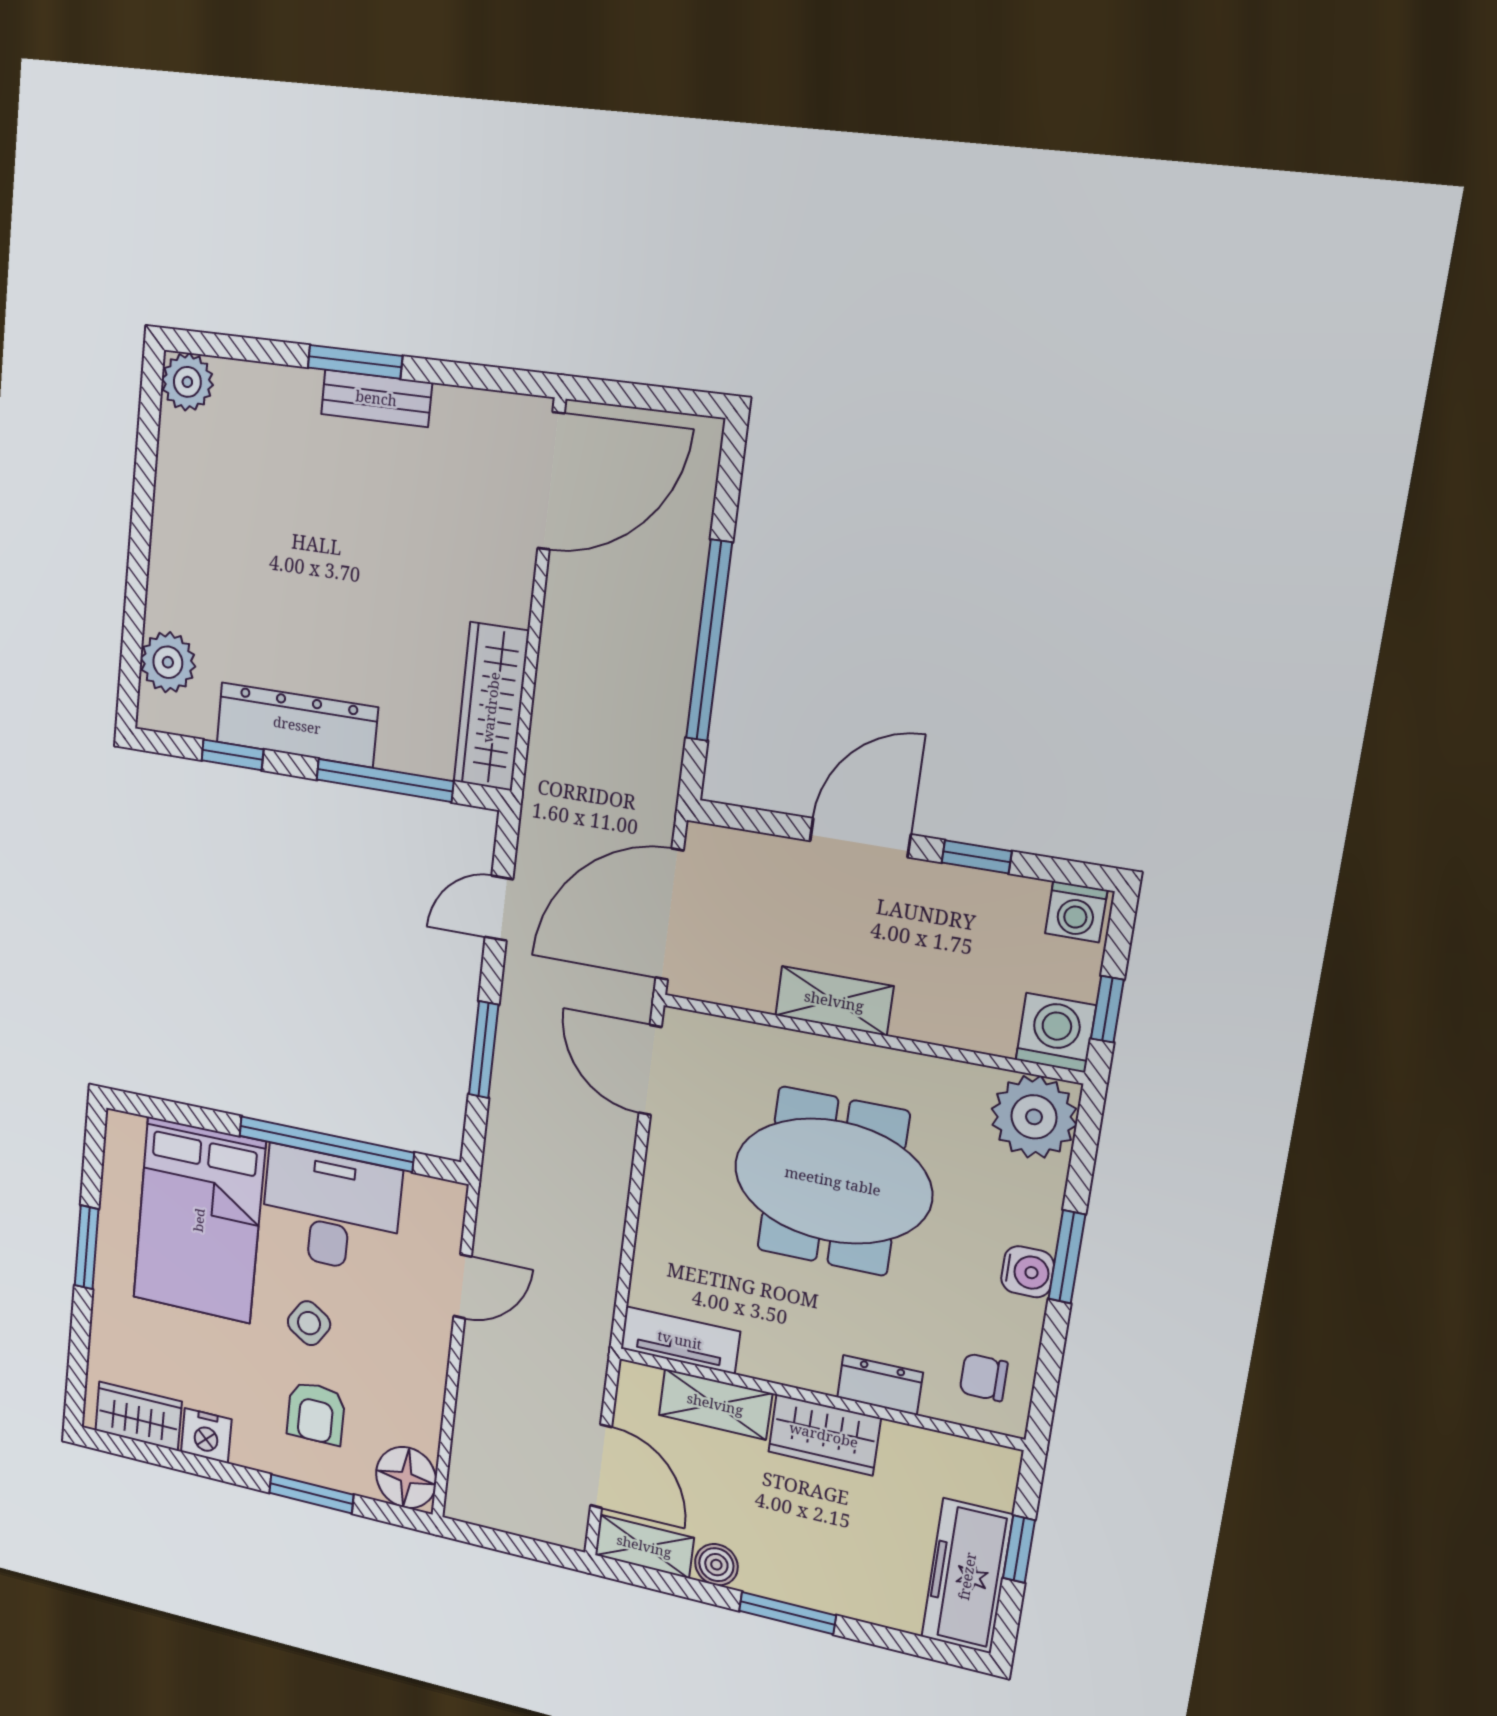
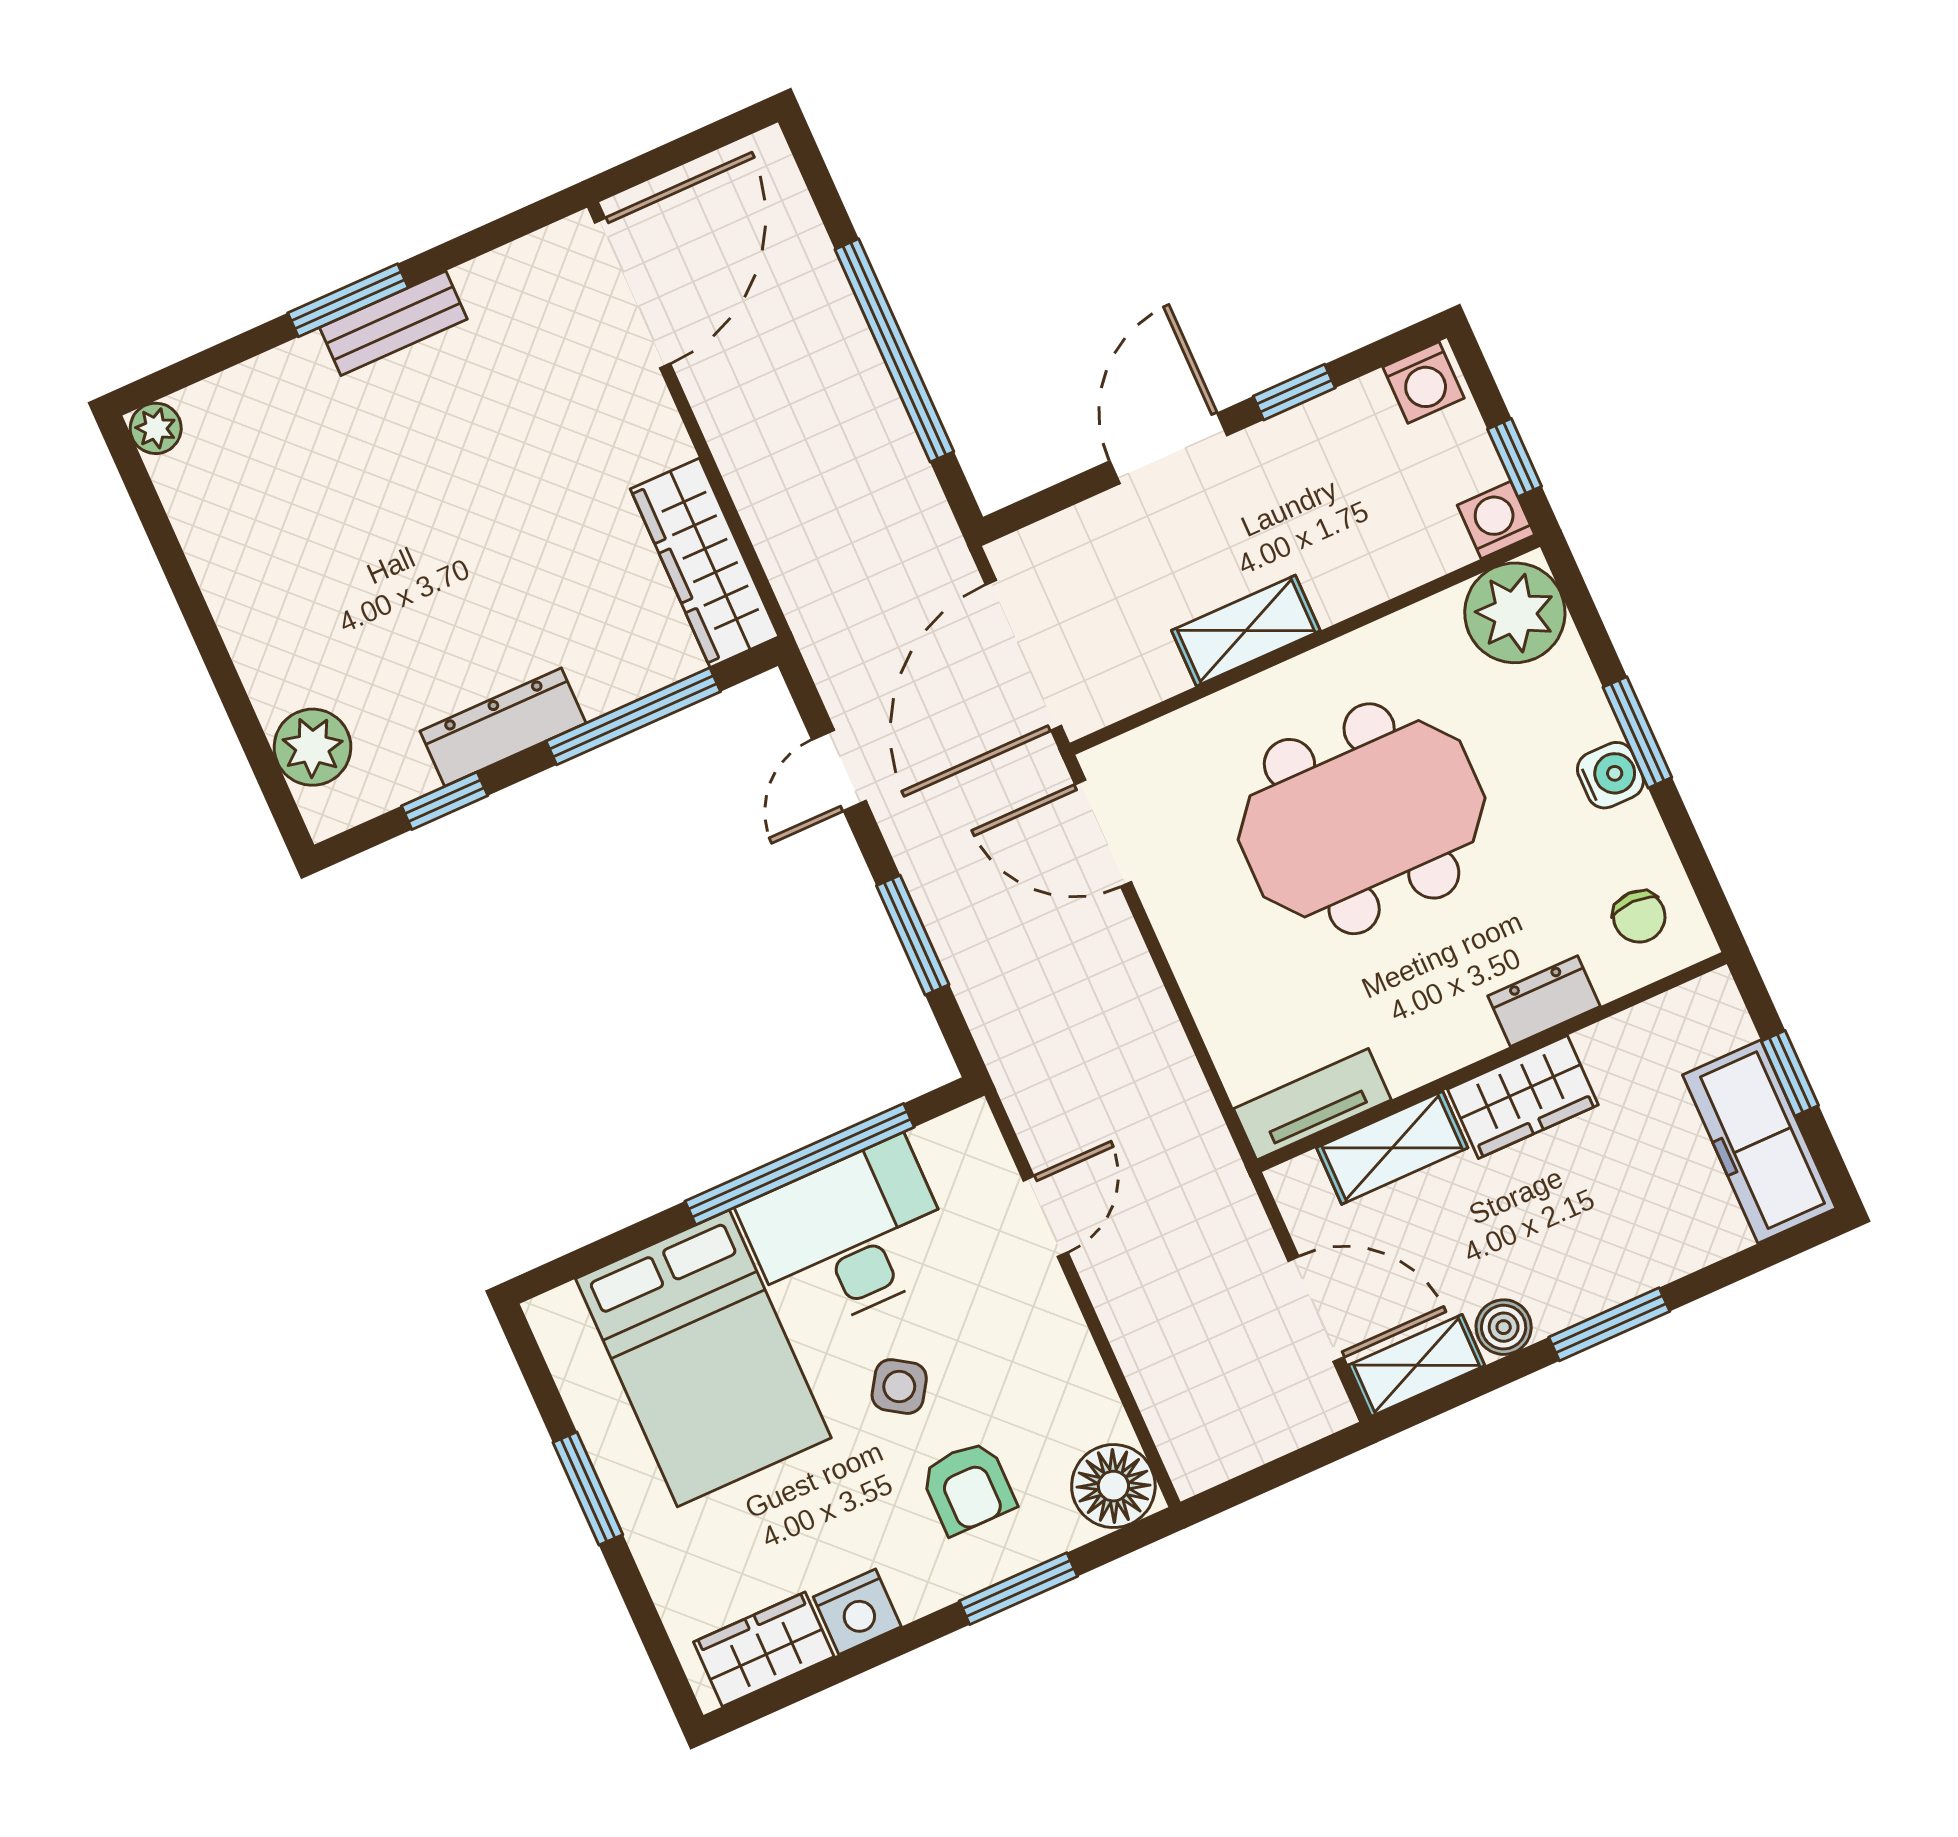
plant: (187, 382) -> (156, 428), width x0.73, depth x0.73
dresser: (297, 725) -> (503, 727), width x0.73, depth x0.80
washing machine: (1056, 1033) -> (1496, 520), width x0.73, depth x0.73
chair: (984, 1377) -> (1639, 917), turned -90

